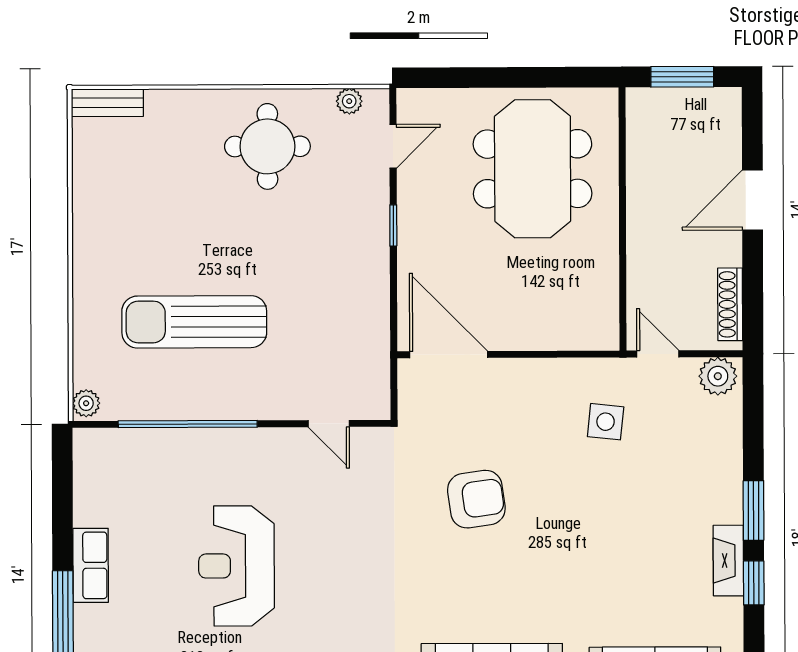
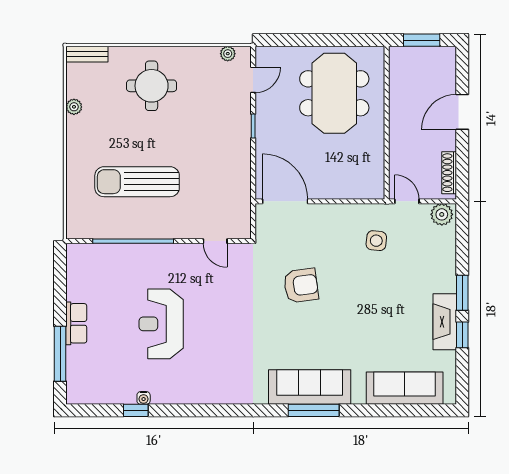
round table: (267, 146) -> (152, 86), moved
plant: (86, 403) -> (74, 107), moved
fireplace: (728, 561) -> (445, 322), width x1.37, depth x1.32

